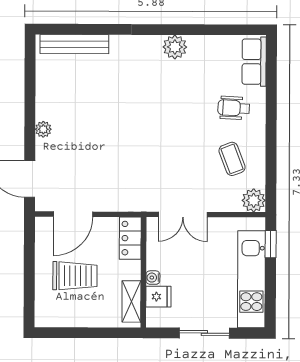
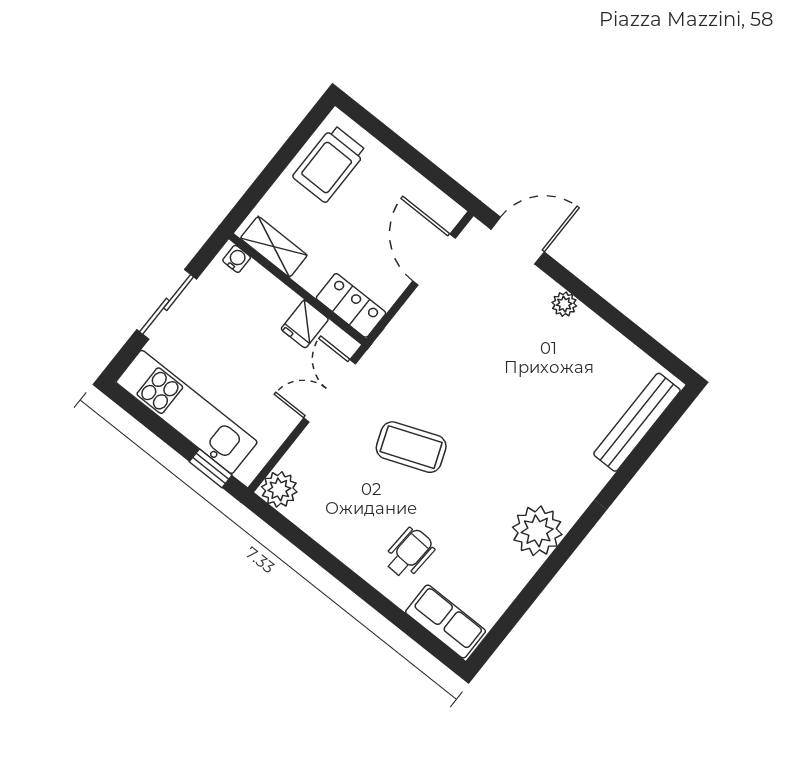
plant: (175, 47) -> (537, 531), width x1.36, depth x1.36
coffee table: (232, 159) -> (411, 447), moved, width x1.36, depth x1.30
trolley: (75, 276) -> (330, 164), moved
water cooler: (153, 278) -> (237, 259), moved
fridge: (158, 297) -> (305, 324), moved

